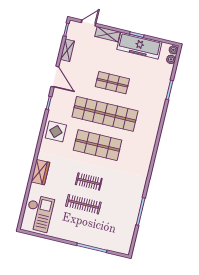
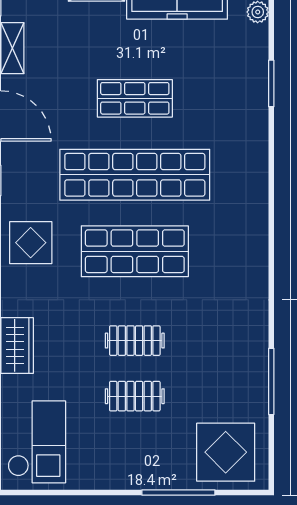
clothes rail: (83, 204) -> (135, 396), width x0.73
display table: (115, 236) -> (226, 452), added

